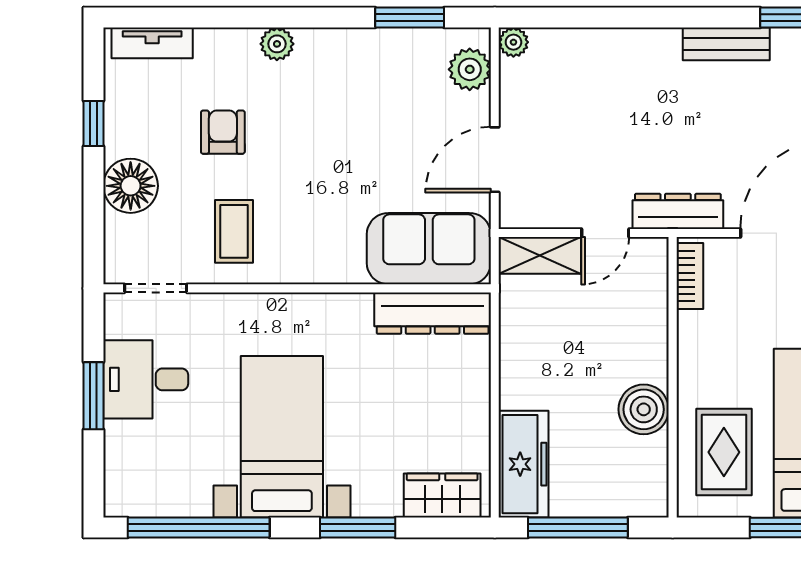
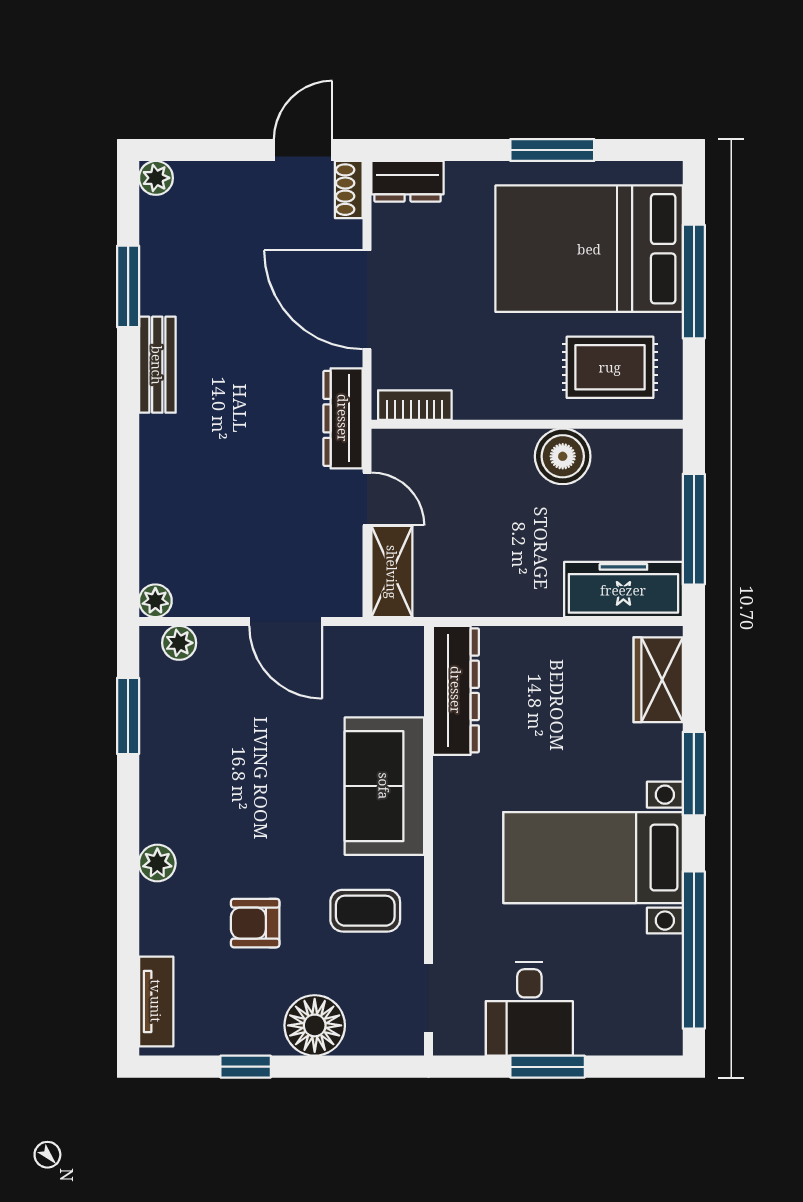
plant: (470, 69) -> (179, 643), width x0.73, depth x0.73
sofa: (429, 249) -> (384, 786), moved

